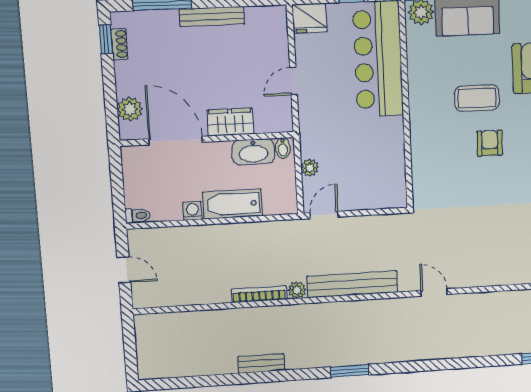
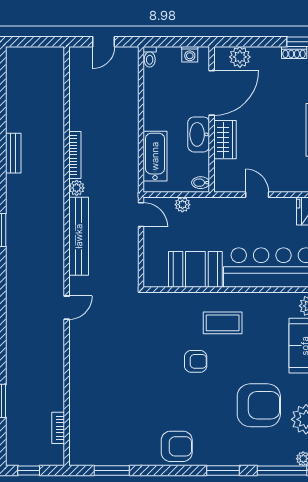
coffee table: (477, 98) -> (223, 323), moved, turned 90
booth: (384, 149) -> (195, 269), added
washbasin: (253, 152) -> (199, 134), moved
bathtub: (233, 204) -> (155, 156), moved
washing machine: (193, 211) -> (190, 54), moved, turned 90

